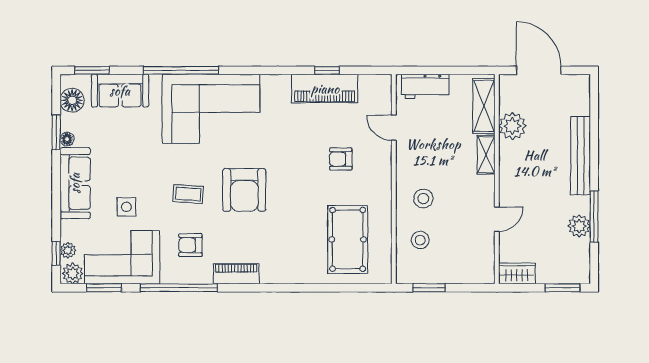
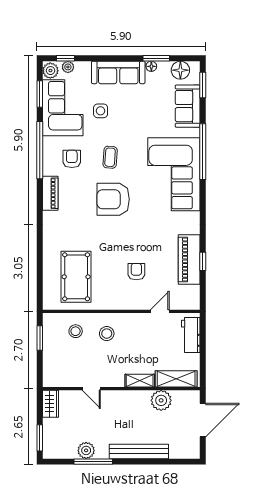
pool table: (348, 239) -> (76, 277), turned 90

